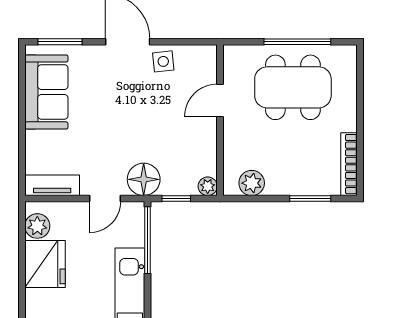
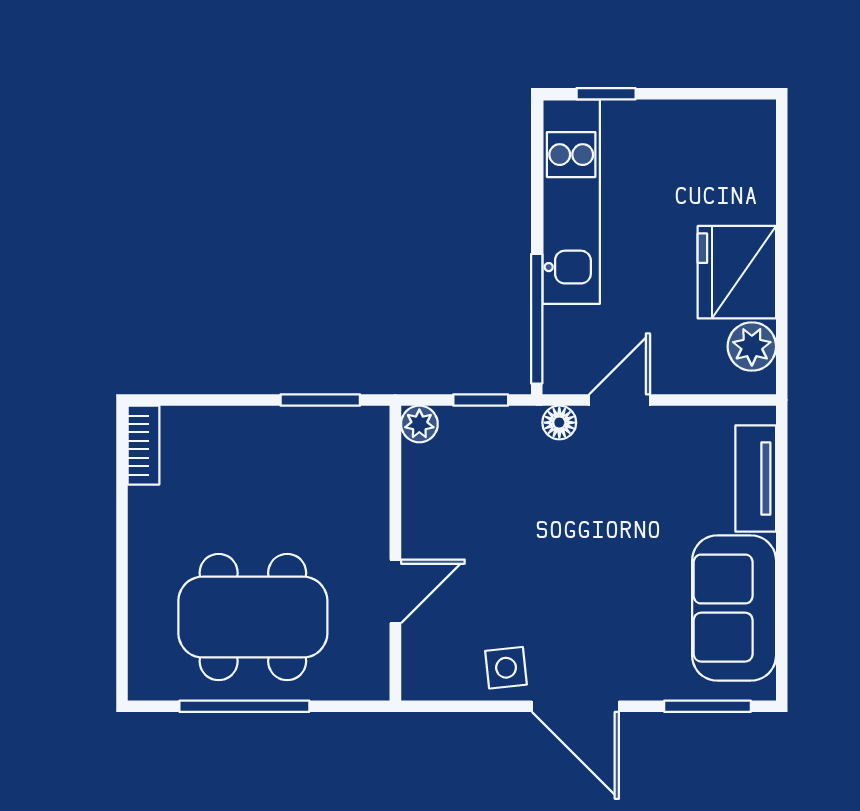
bookcase: (349, 164) -> (144, 445), width x0.64
floor lamp: (144, 179) -> (559, 423), width x0.53, depth x0.53
plant: (252, 183) -> (333, 430), removed
tv unit: (52, 185) -> (756, 479), moved, turned 90
window: (310, 199) -> (320, 400), moved

